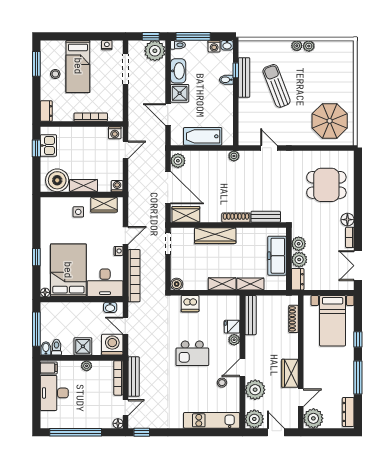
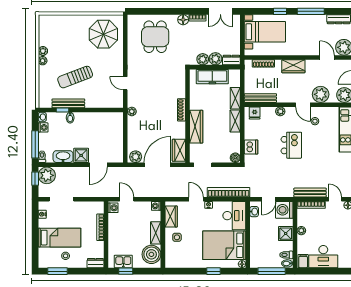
bathtub: (203, 136) -> (116, 137), removed
door: (269, 148) -> (125, 83), hinge flipped
bench: (266, 217) -> (181, 86), removed
fridge: (232, 327) -> (255, 113), moved
wardrobe: (290, 373) -> (293, 66), moved

